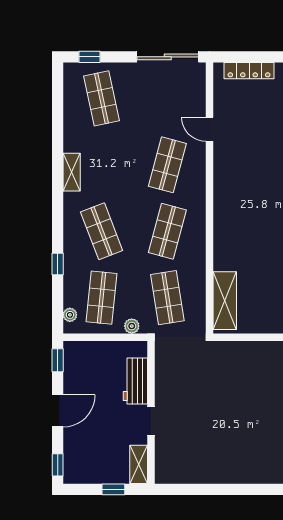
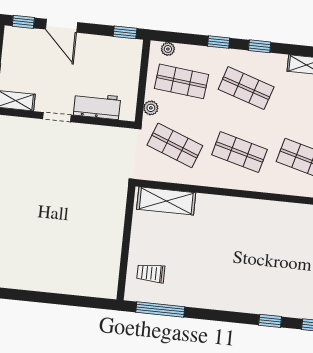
window: (58, 222) -> (260, 46), added
shop shelf: (102, 231) -> (246, 88), turned 39
shop shelf: (167, 298) -> (175, 145), turned 30
door: (58, 411) -> (61, 26), moved

